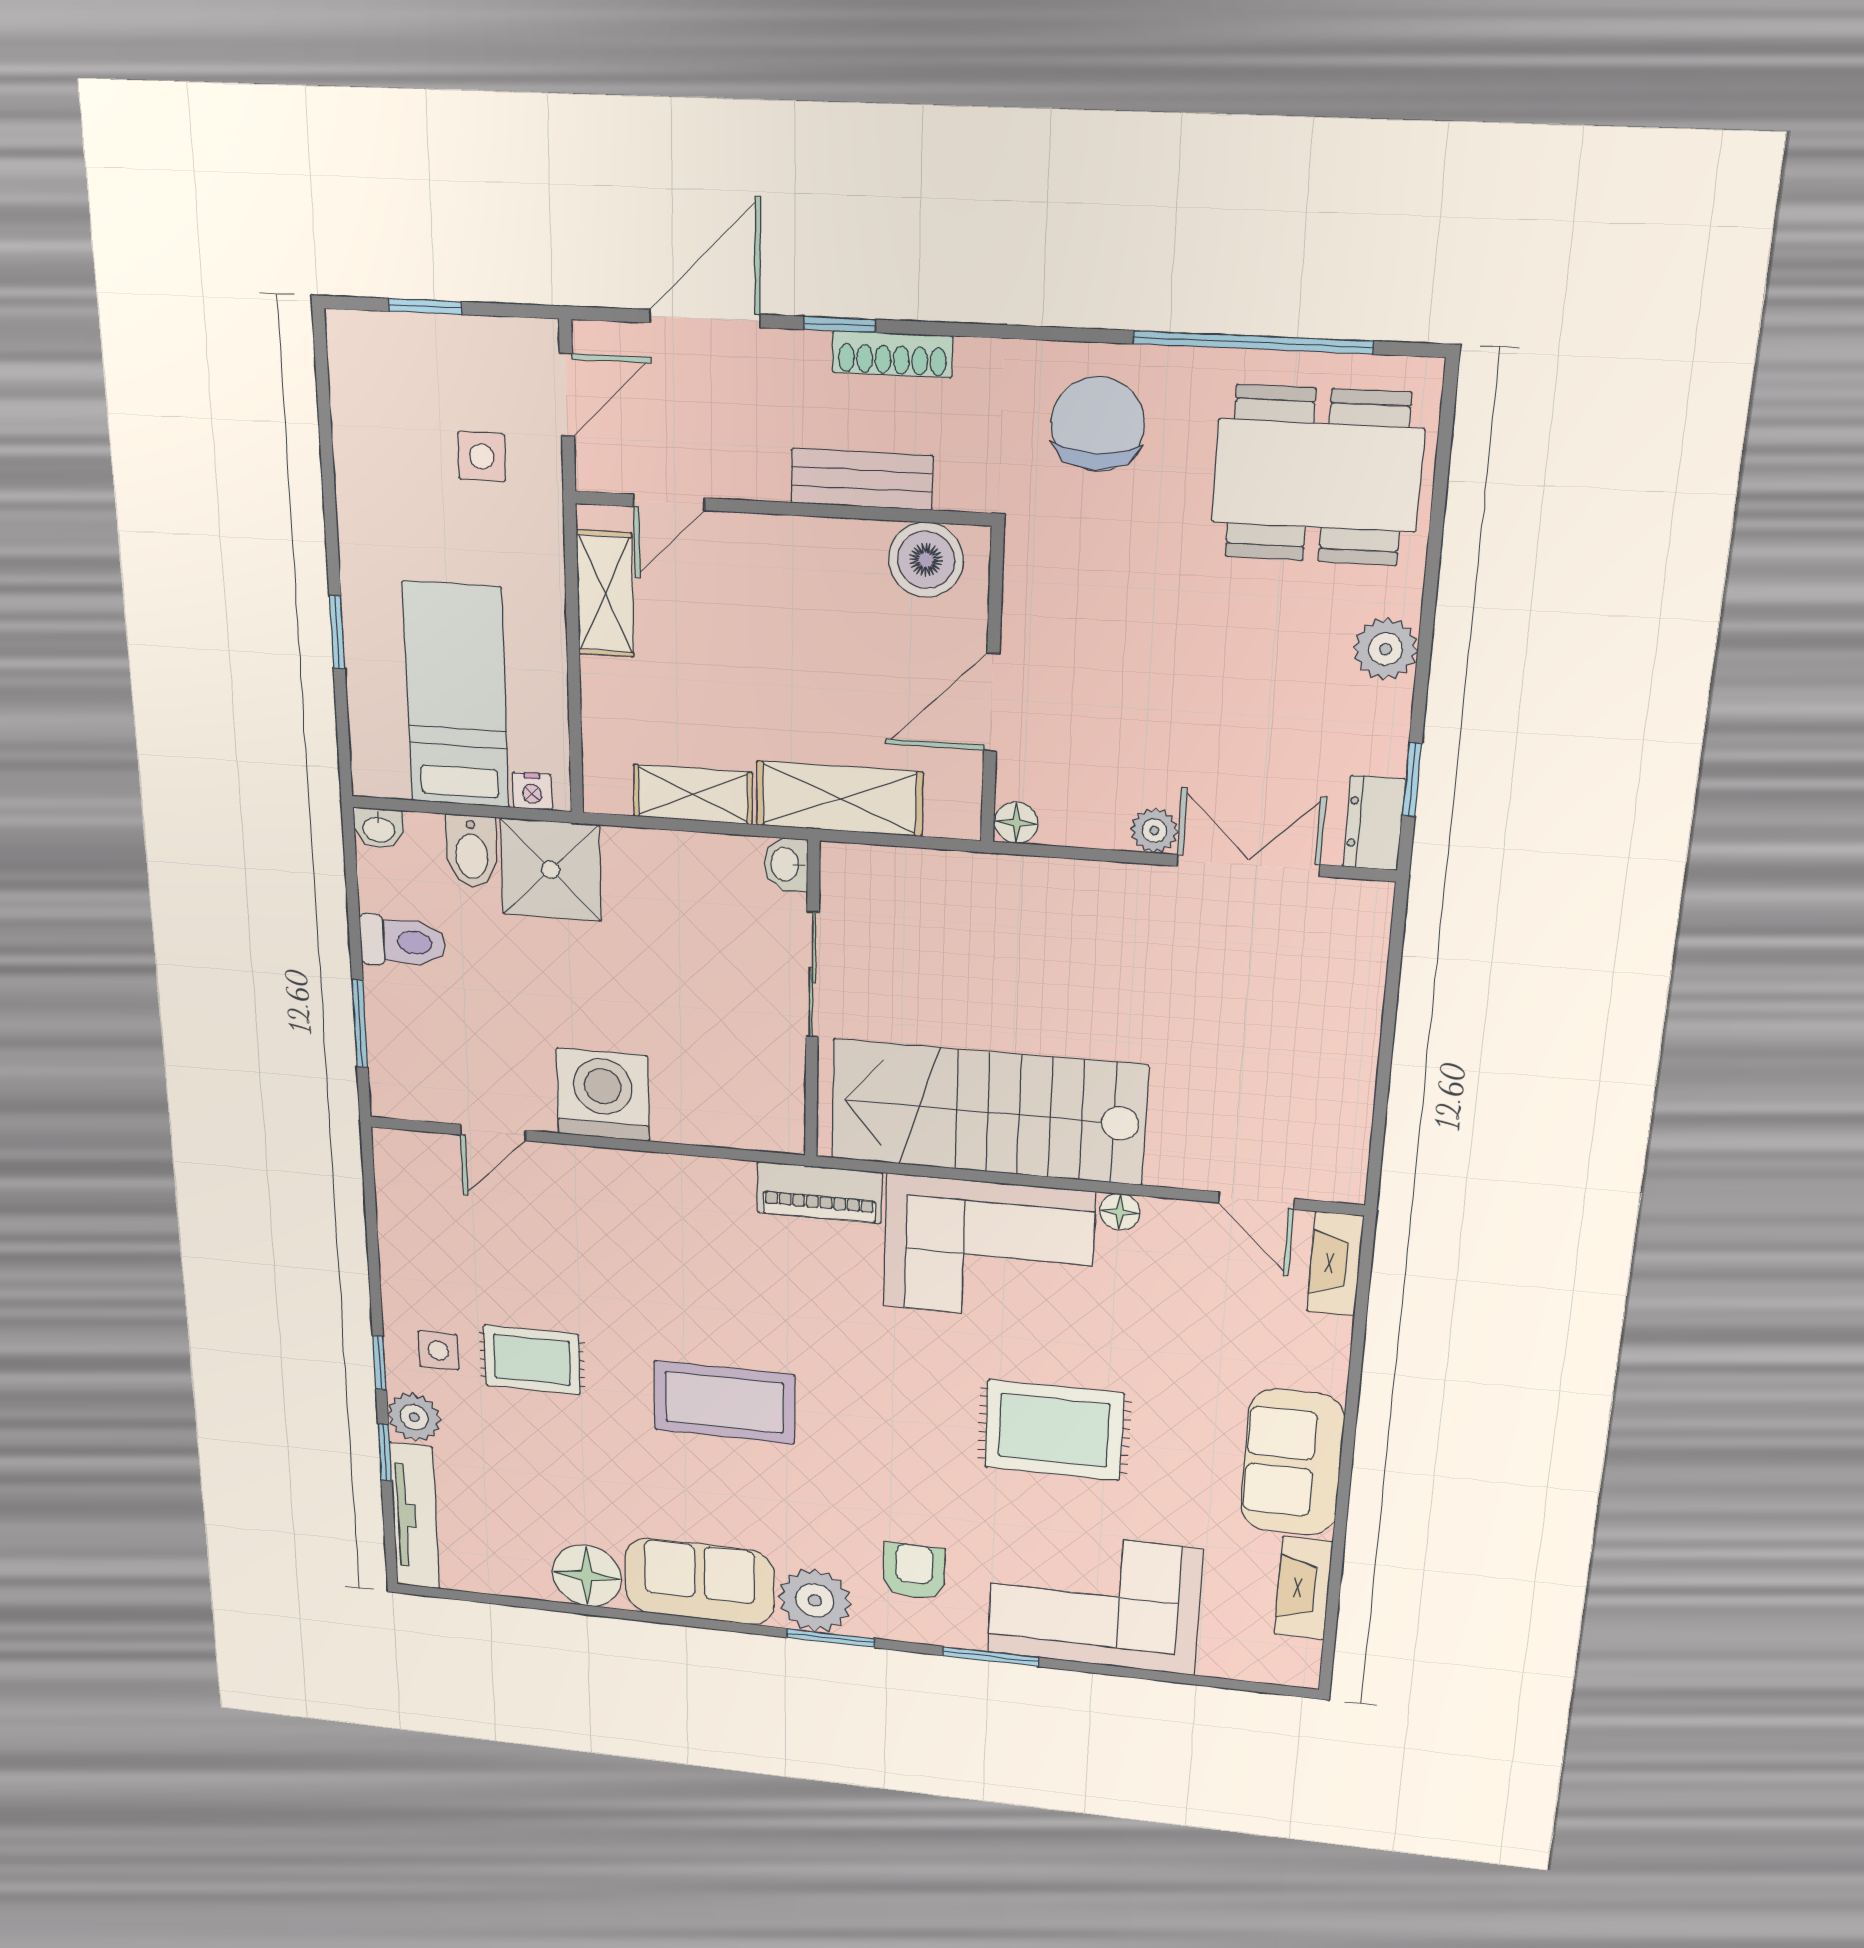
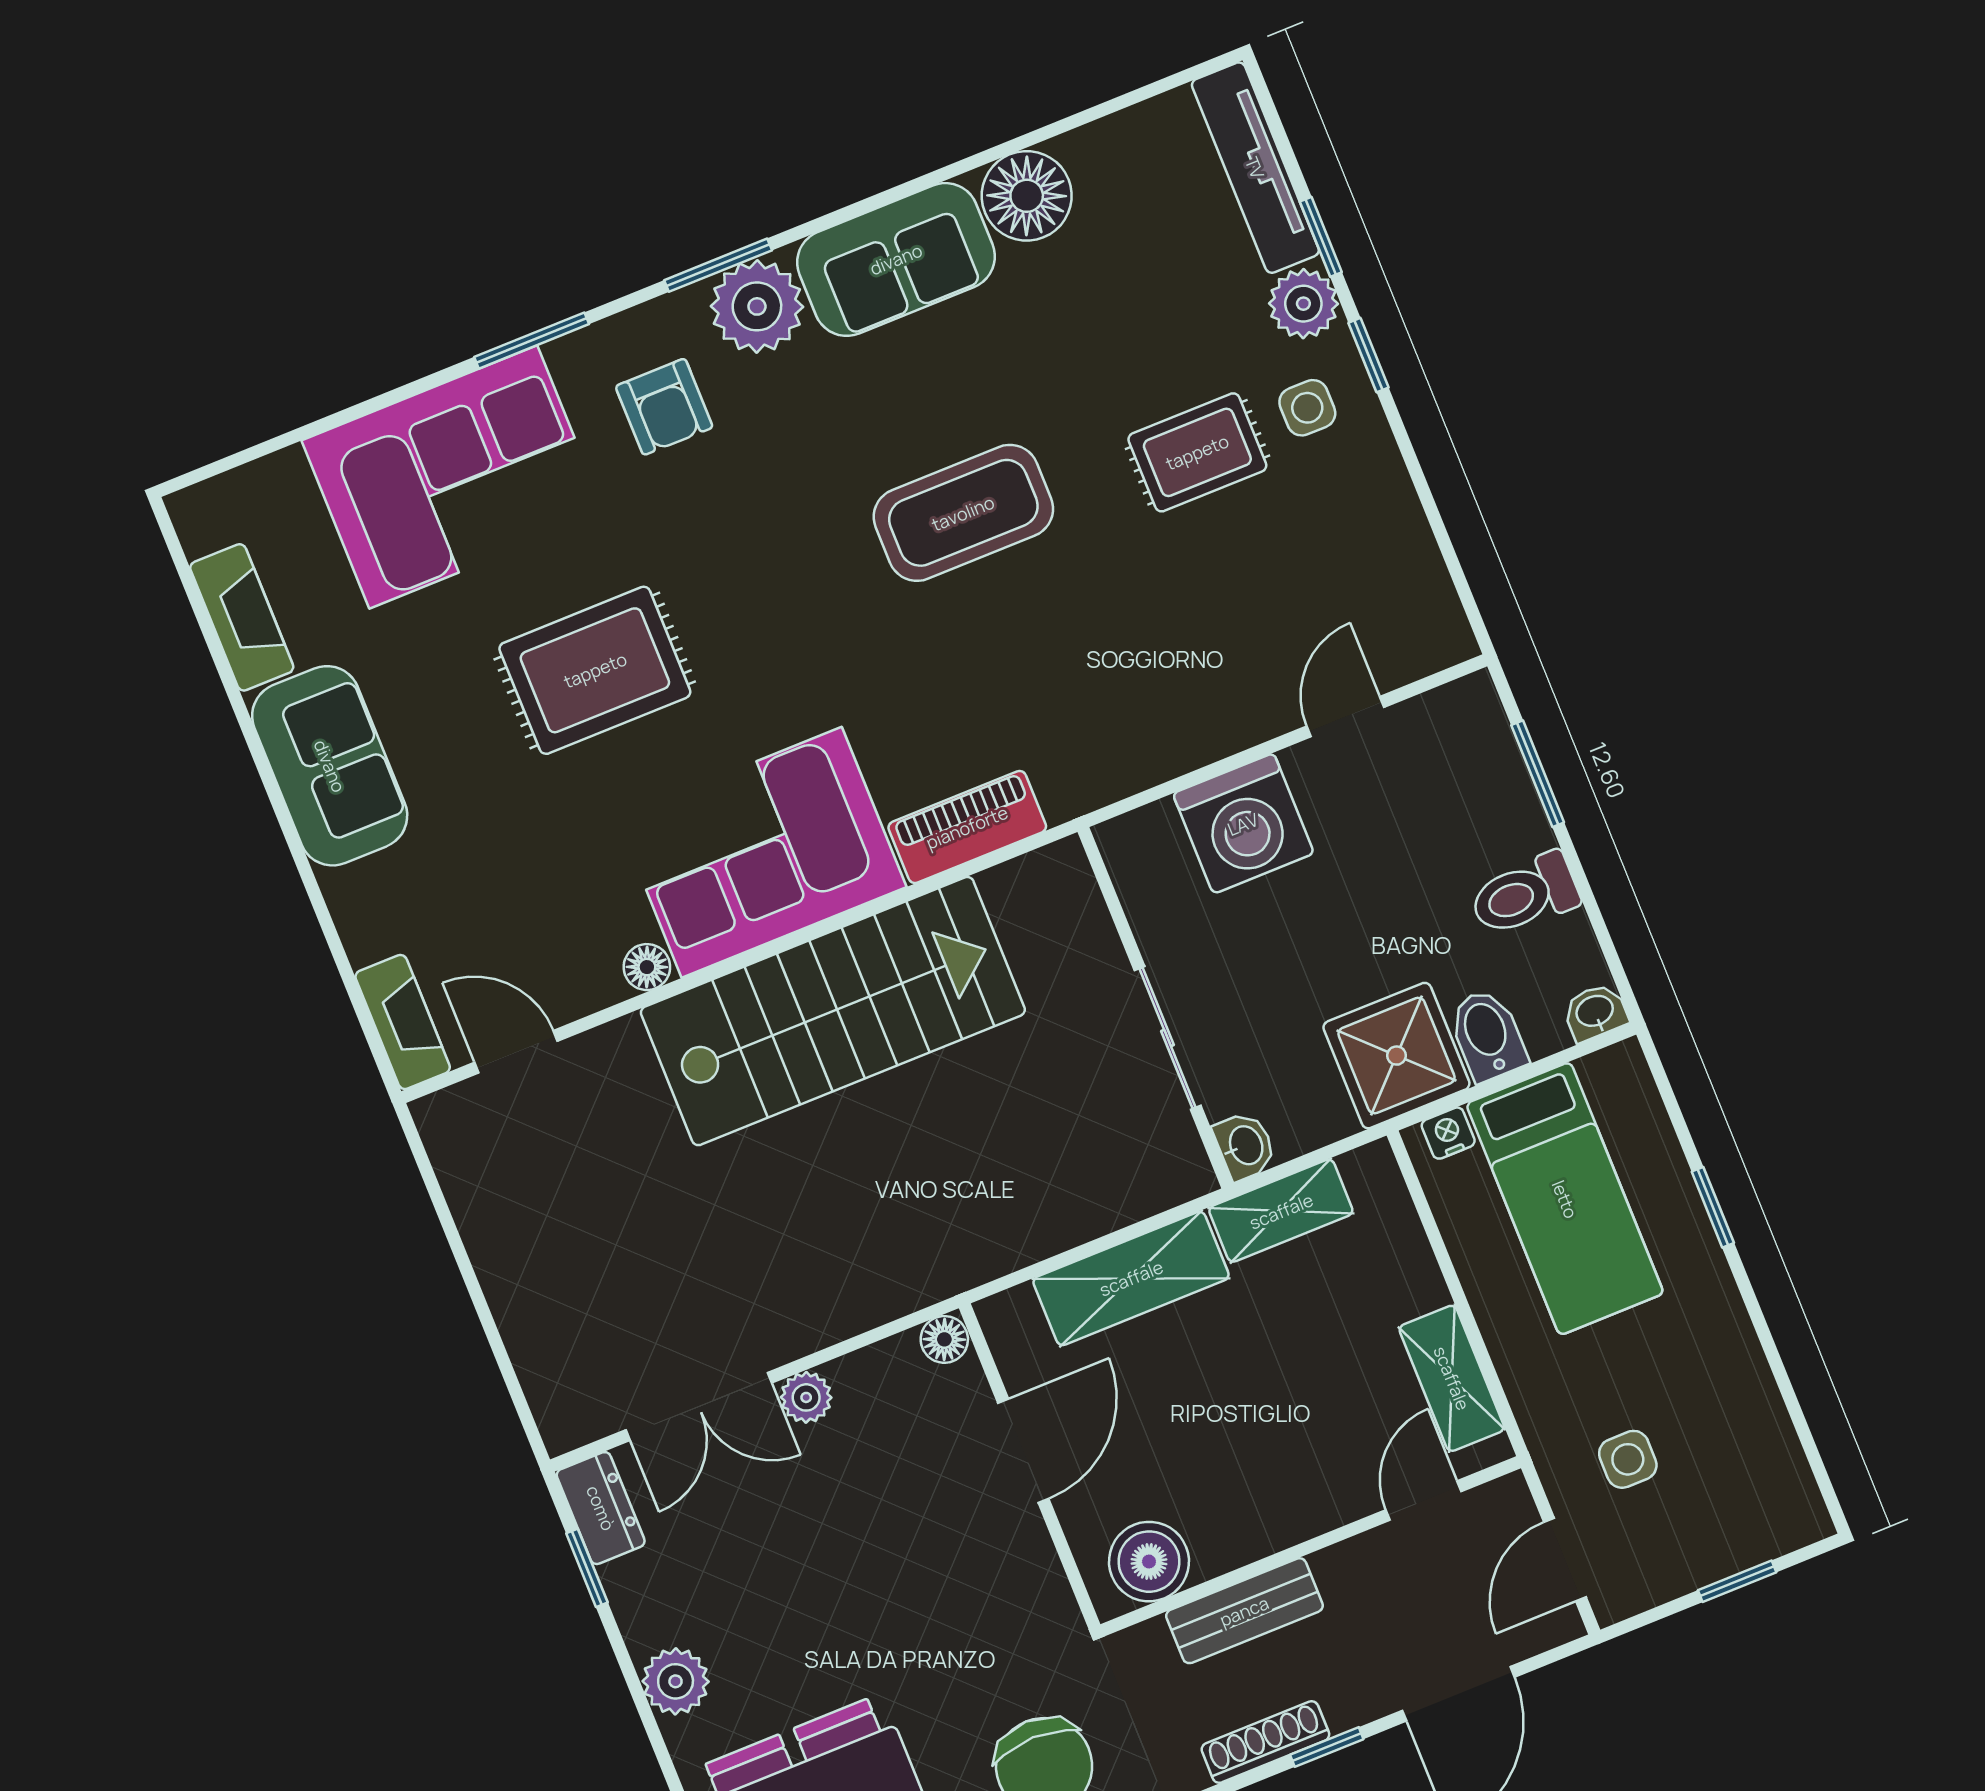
washbasin: (786, 864) -> (1245, 1146), moved
sliding door: (813, 975) -> (1168, 1038), moved
wall: (812, 1002) -> (1155, 1008), moved

